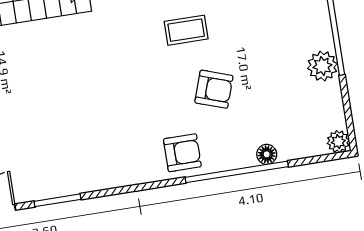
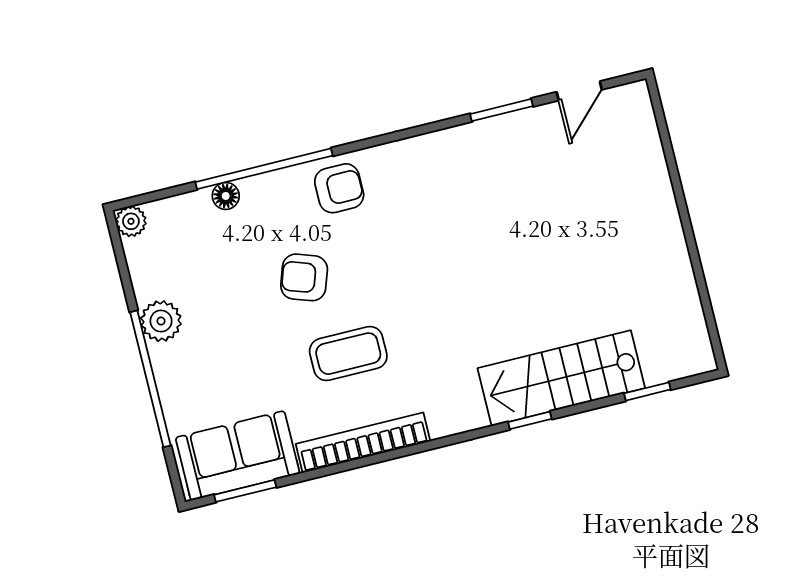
coffee table: (186, 30) -> (348, 354), width x1.36, depth x1.30
armchair: (182, 153) -> (339, 188), turned 180

